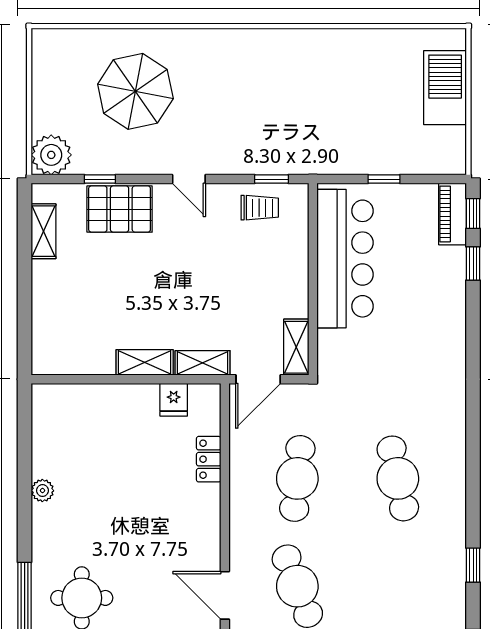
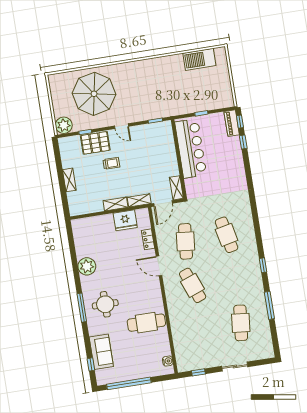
barbecue: (445, 88) -> (199, 59), moved, turned -90
parasol: (135, 91) -> (94, 94), width x1.36, depth x1.36
trolley: (260, 208) -> (111, 163), moved
shelving: (44, 231) -> (69, 180), moved
fridge: (174, 400) -> (125, 220), width x1.88, depth x1.34
plant: (42, 491) -> (87, 266), width x1.88, depth x1.88
door: (225, 595) -> (159, 266), moved

